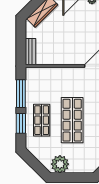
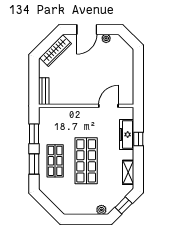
window: (21, 94) -> (34, 134), width x0.69
plant: (60, 164) -> (101, 210), moved, width x0.53, depth x0.53

